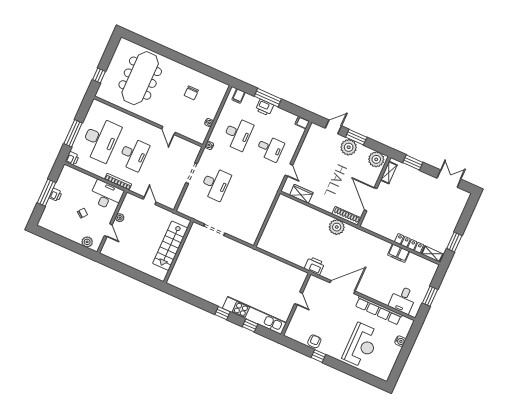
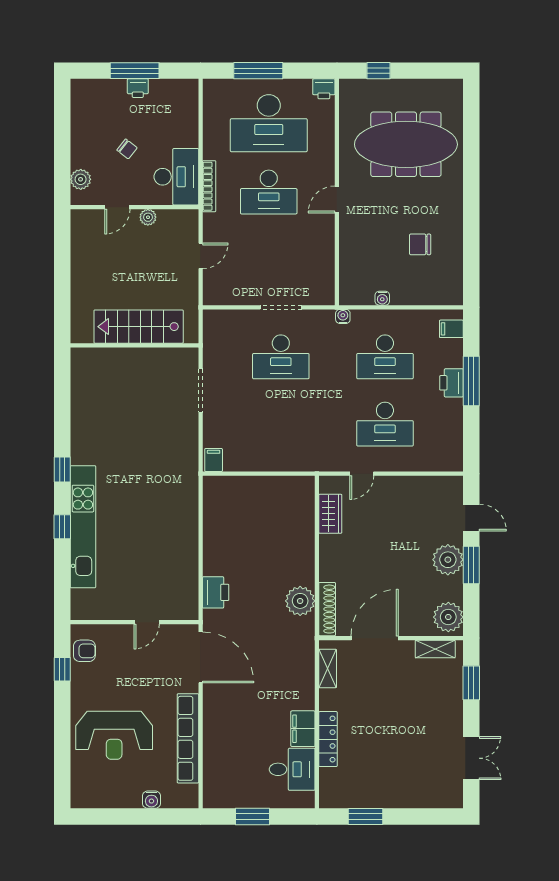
filing cabinet: (302, 123) -> (214, 460), moved
door: (168, 131) -> (337, 199), moved
desk: (270, 148) -> (385, 424), width x1.37
printer: (72, 159) -> (324, 89), moved
shelving: (432, 254) -> (328, 668), moved
door: (298, 298) -> (147, 622), moved
desk: (403, 300) -> (292, 769), moved, turned 180
wall: (296, 304) -> (134, 622), moved

